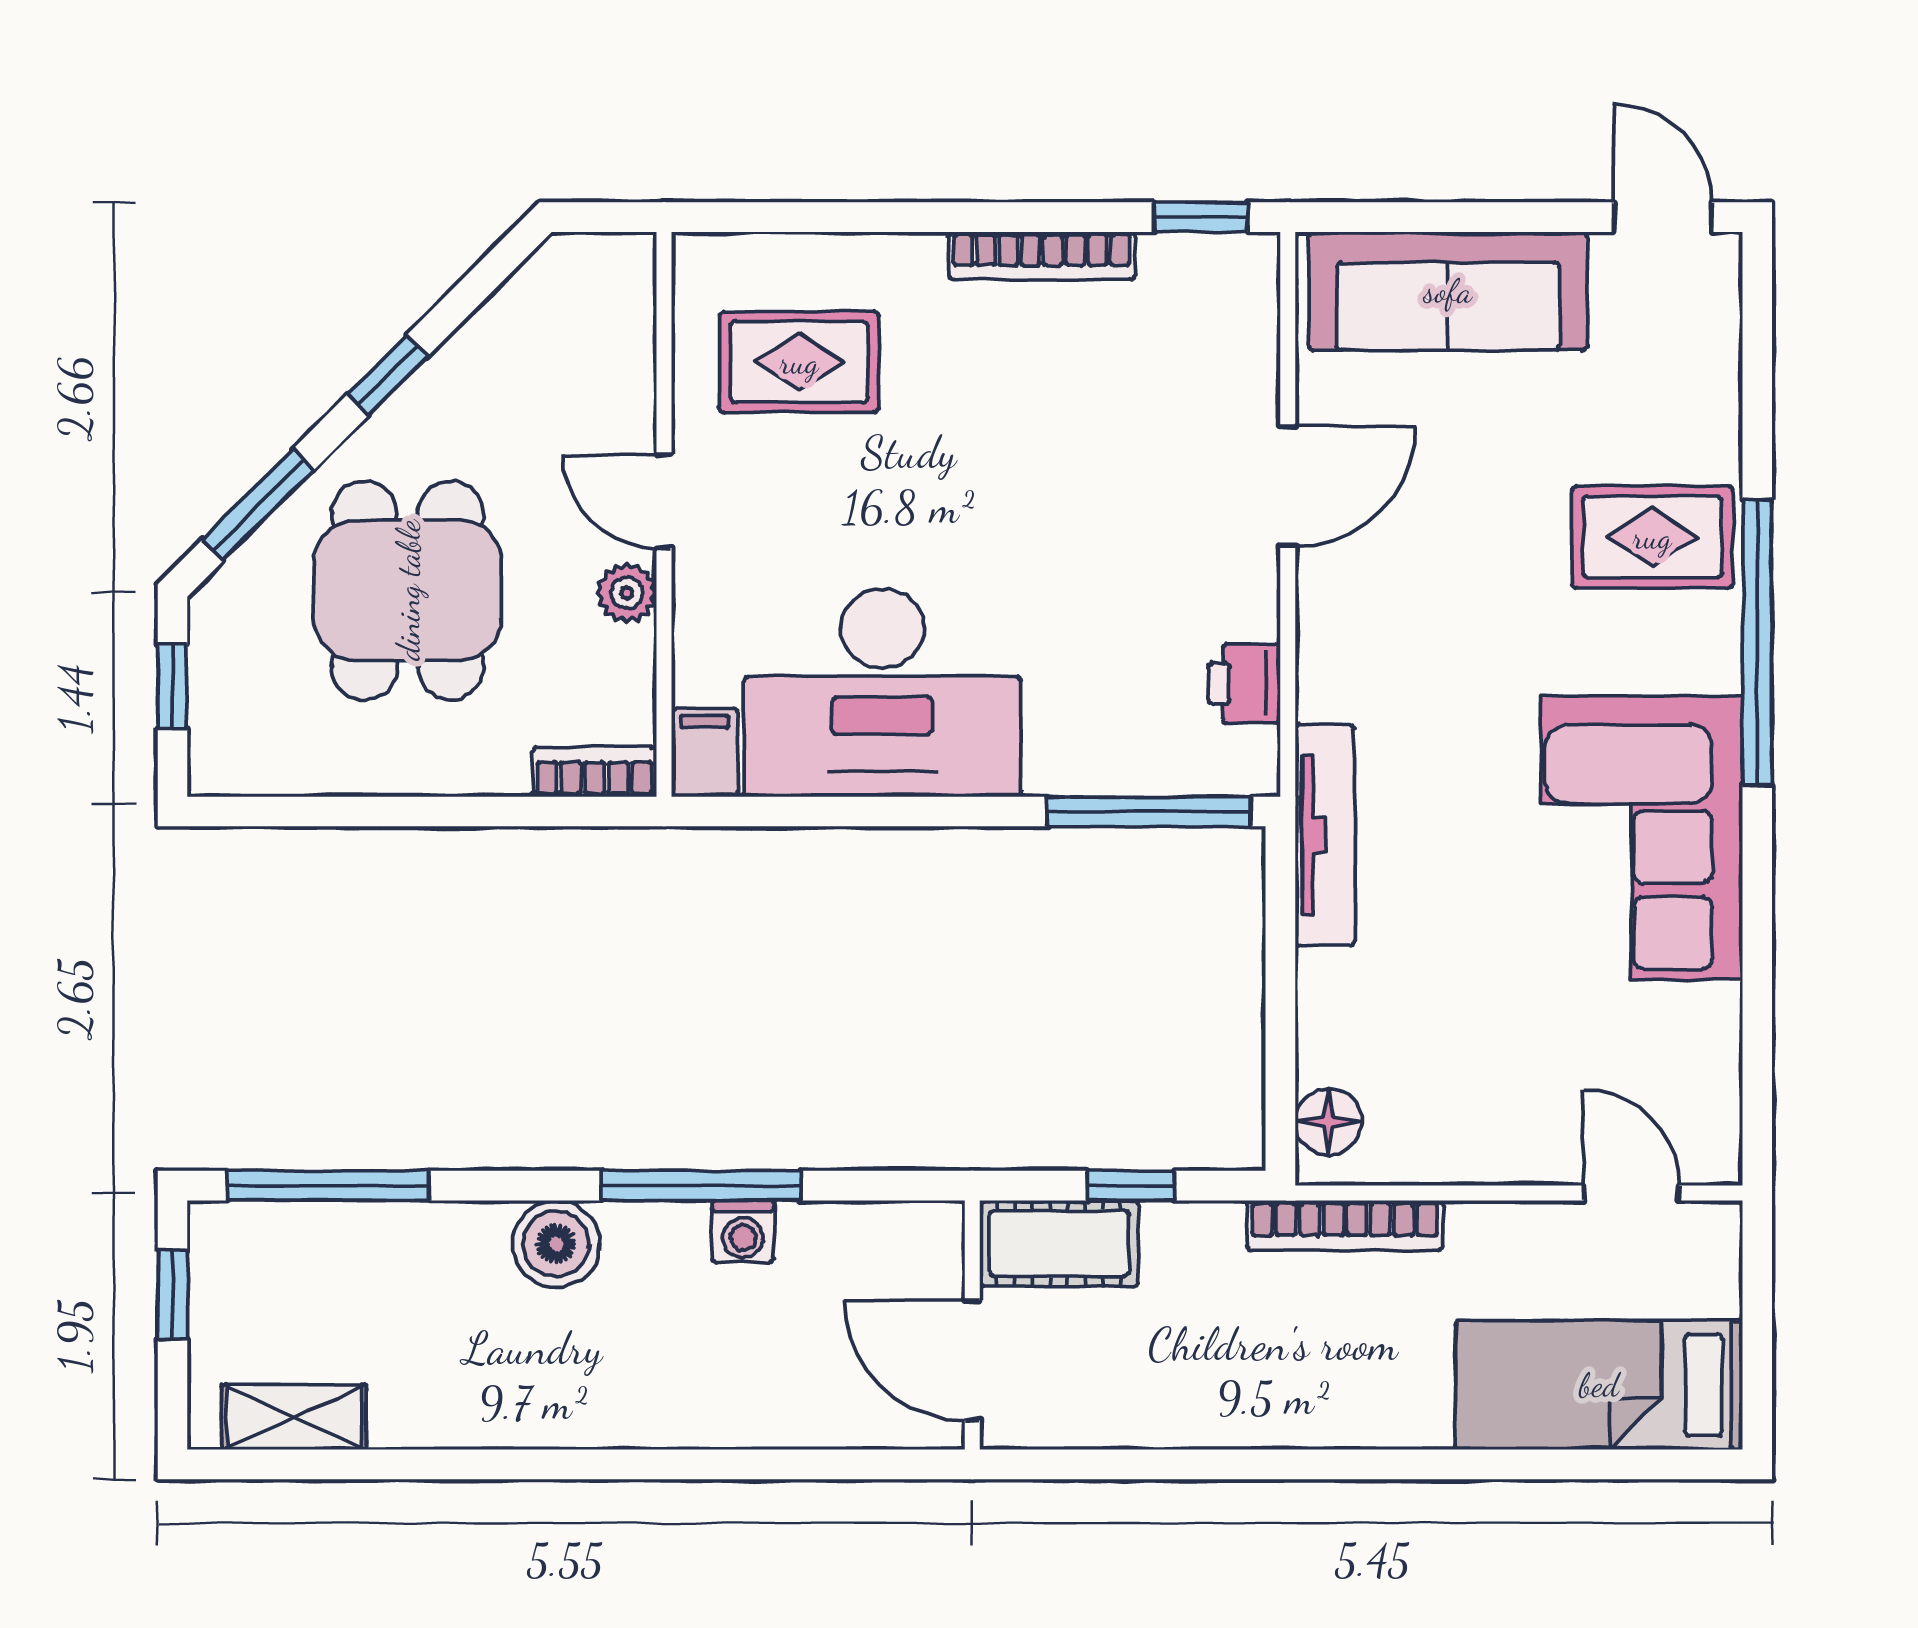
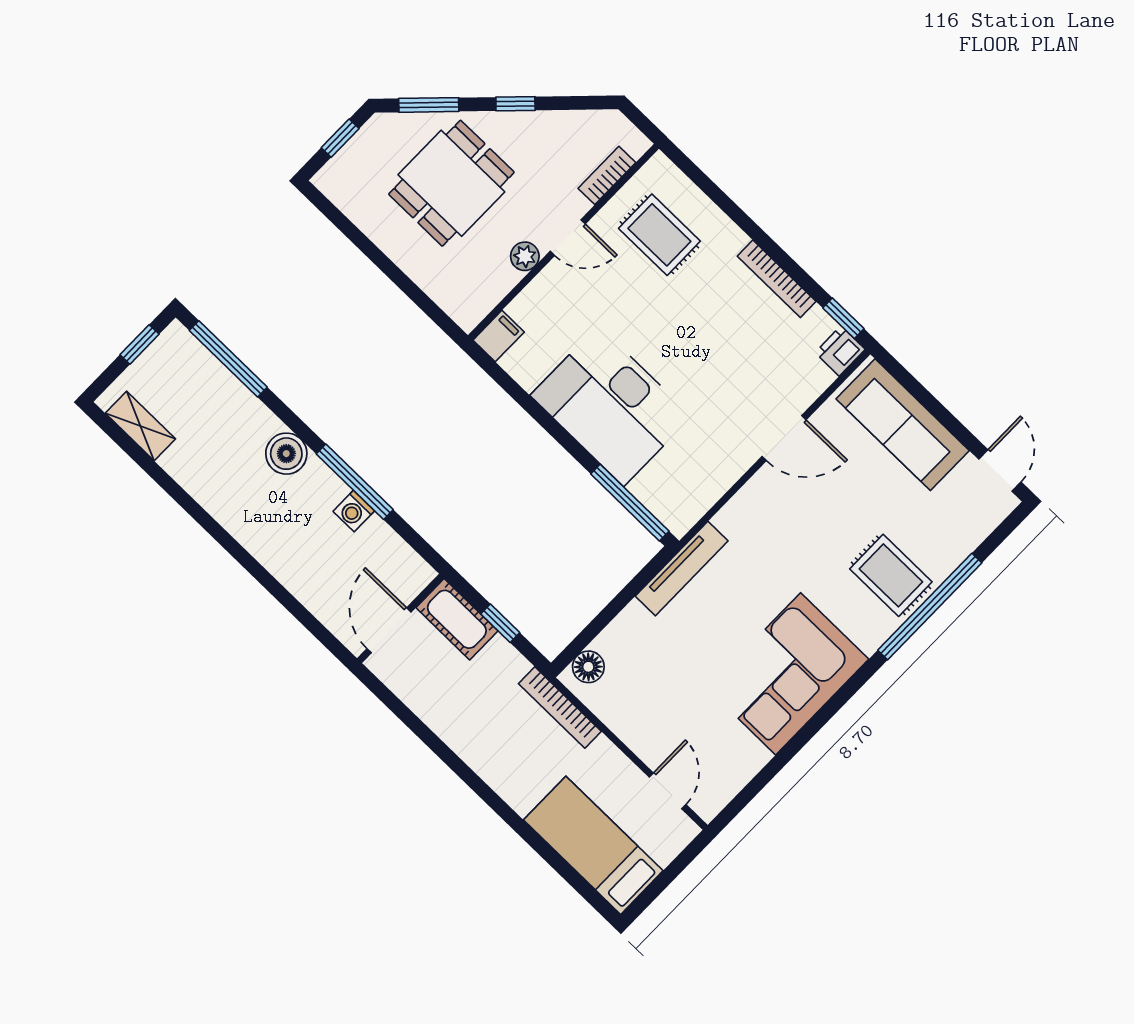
door: (664, 501) -> (568, 238), swing flipped
window: (1757, 642) -> (930, 607), moved
printer: (1244, 684) -> (840, 351), moved
desk: (882, 693) -> (611, 406), moved
bookcase: (595, 772) -> (607, 175), moved, turned -90

